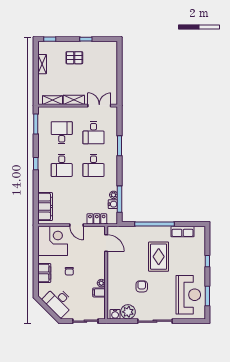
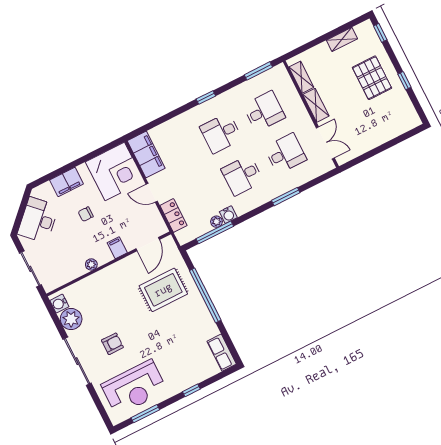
pallet: (74, 58) -> (372, 78), width x1.50, depth x1.42
desk: (94, 133) -> (285, 153), turned 180
water cooler: (113, 204) -> (228, 215), moved
filing cabinet: (45, 207) -> (146, 154), moved, turned -90
door: (77, 225) -> (152, 193), hinge flipped
row of seats: (183, 232) -> (222, 353), moved
rug: (159, 257) -> (163, 290), moved
armchair: (142, 286) -> (112, 344), moved
filing cabinet: (99, 292) -> (117, 248), moved

